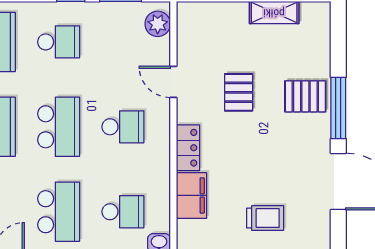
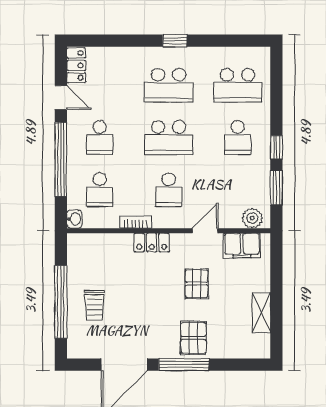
pallet: (239, 92) -> (197, 284), turned 90
bookcase: (163, 167) -> (136, 222), added
filing cabinet: (192, 195) -> (242, 245), moved
school desk: (59, 212) -> (100, 138), width x0.54

